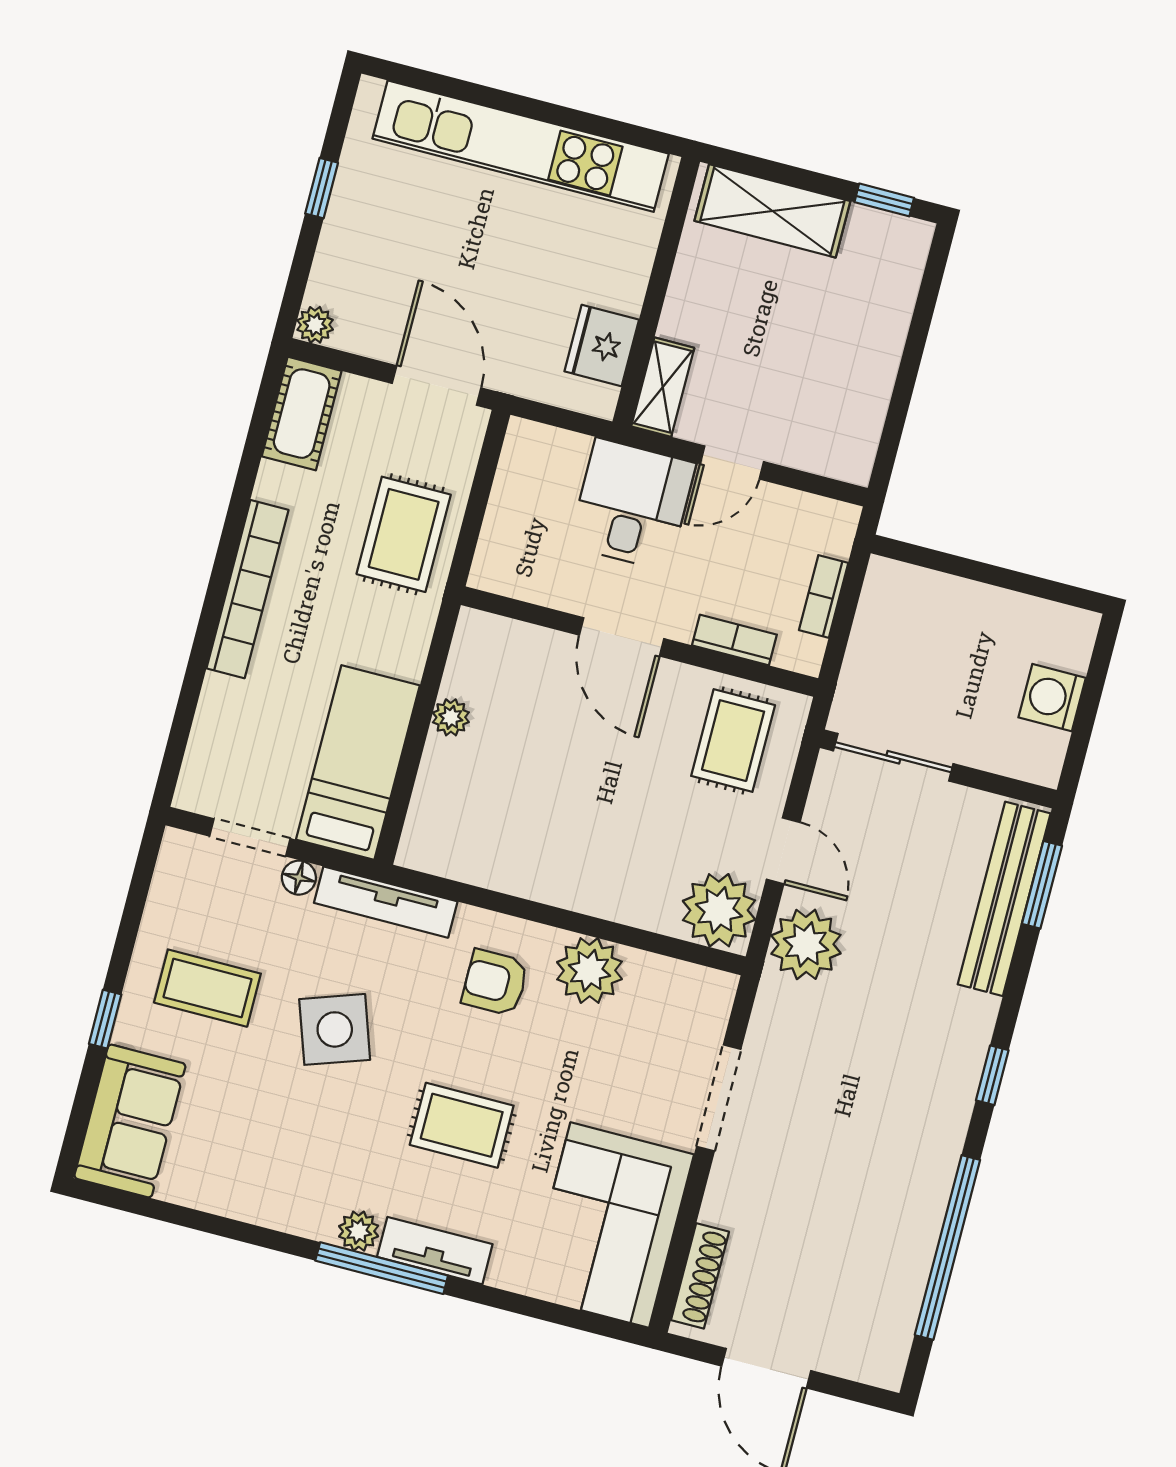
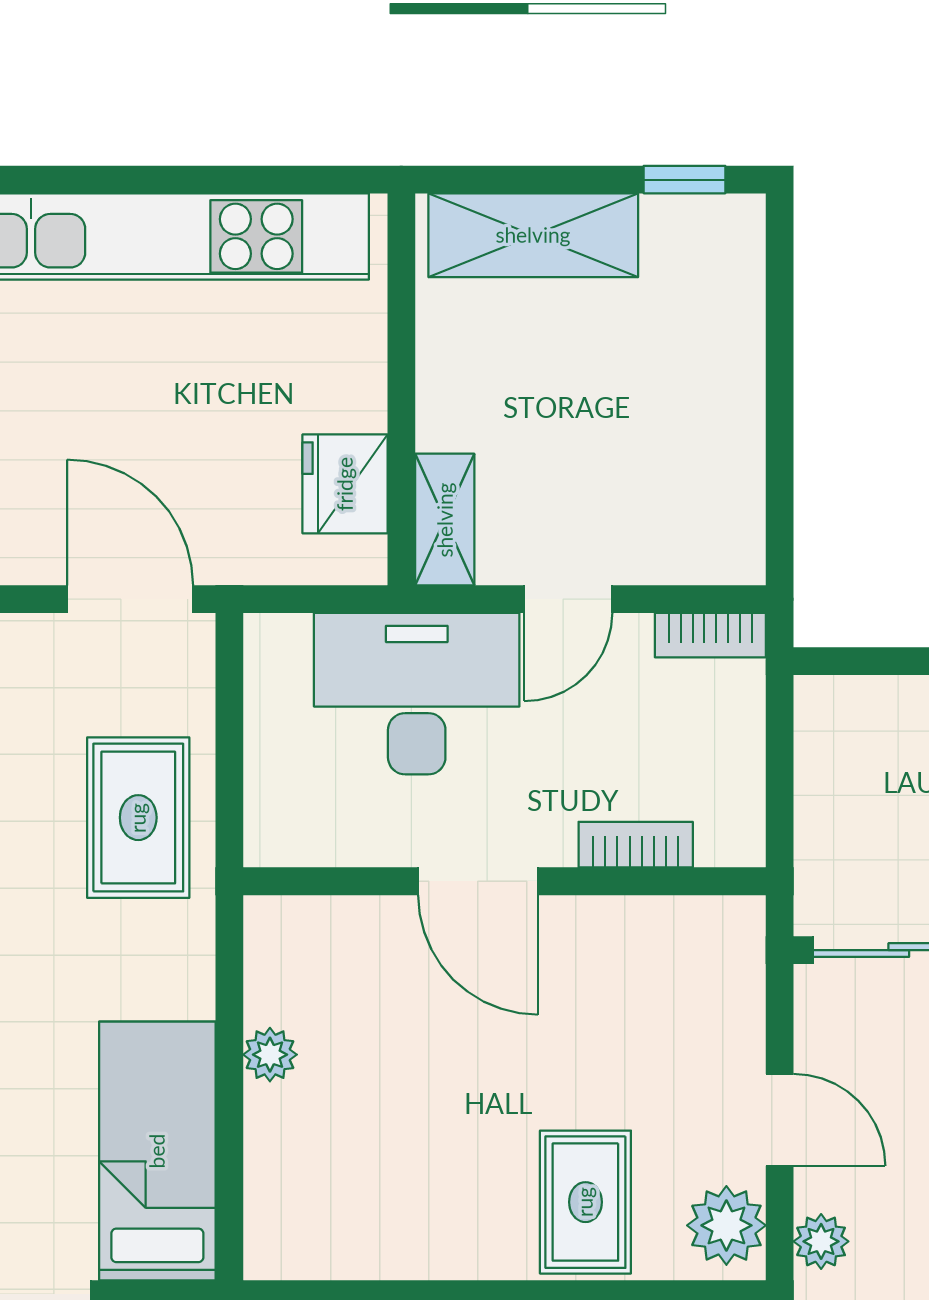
desk: (632, 505) -> (417, 694), width x1.37
bookcase: (824, 596) -> (710, 635), moved, turned -90
rug: (733, 741) -> (585, 1202), moved
plant: (719, 910) -> (726, 1225), width x0.73, depth x0.73
plant: (806, 944) -> (821, 1241), width x0.53, depth x0.53

